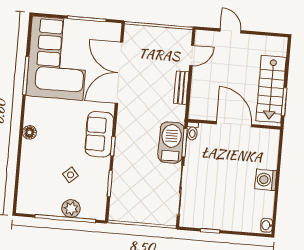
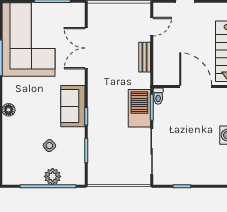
double door: (119, 73) -> (86, 48), width x0.73

